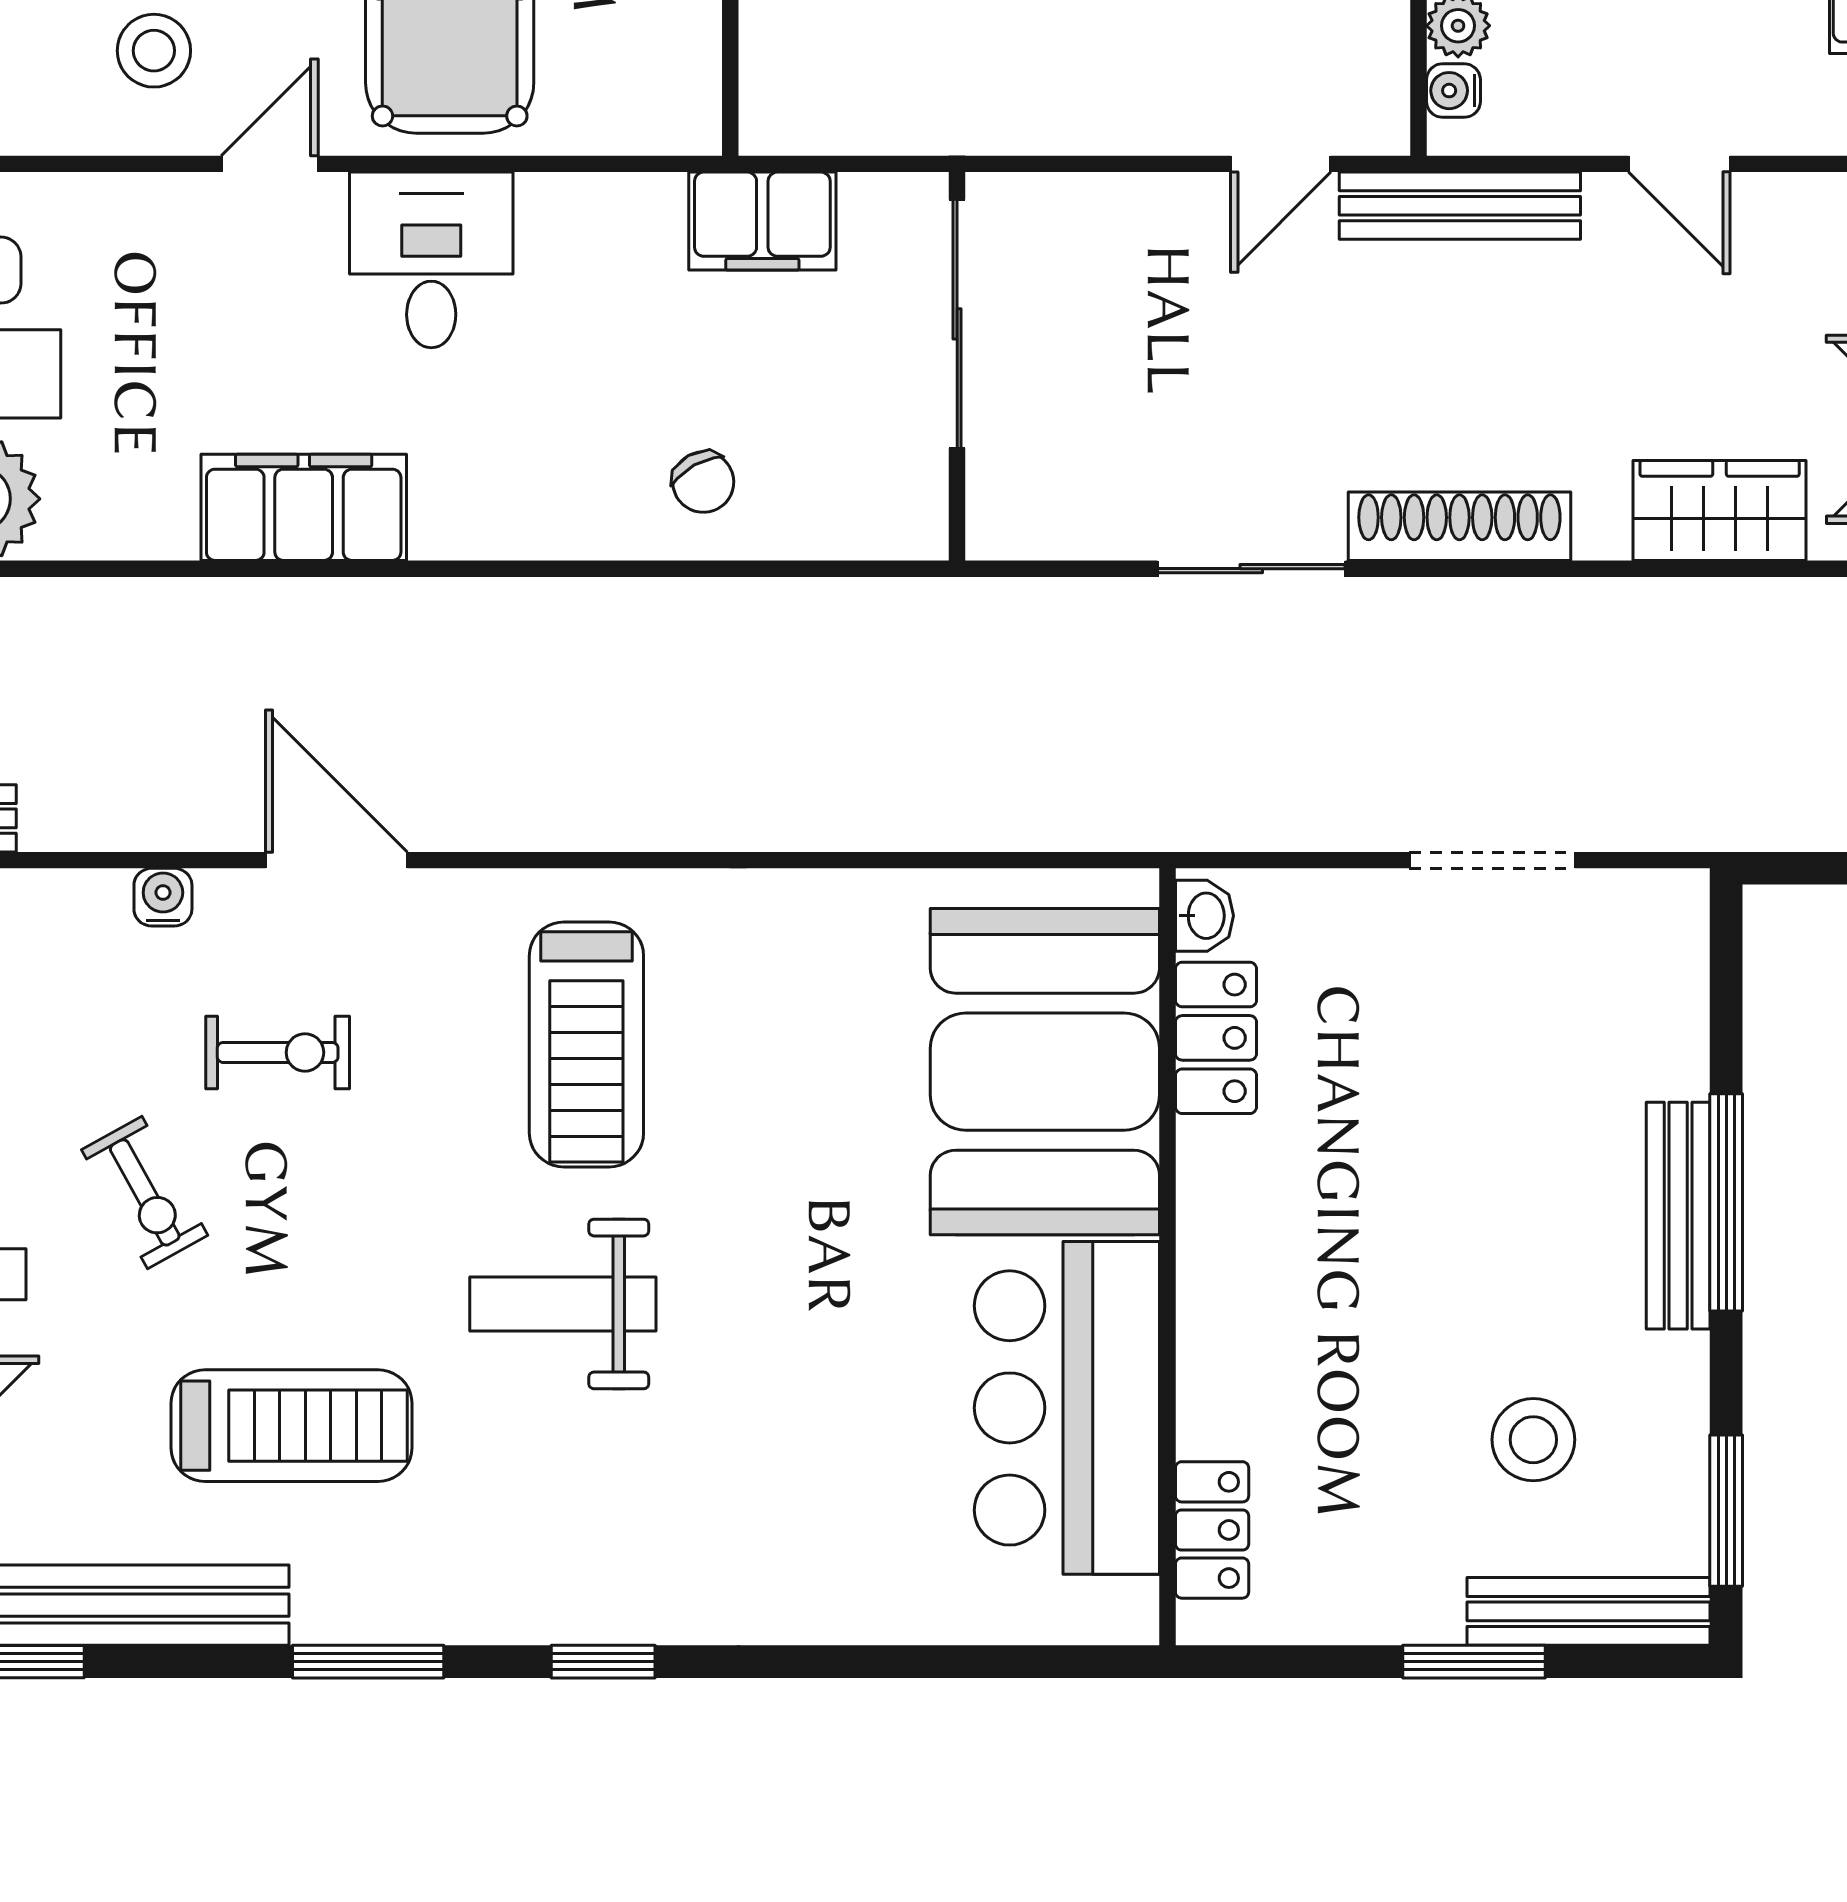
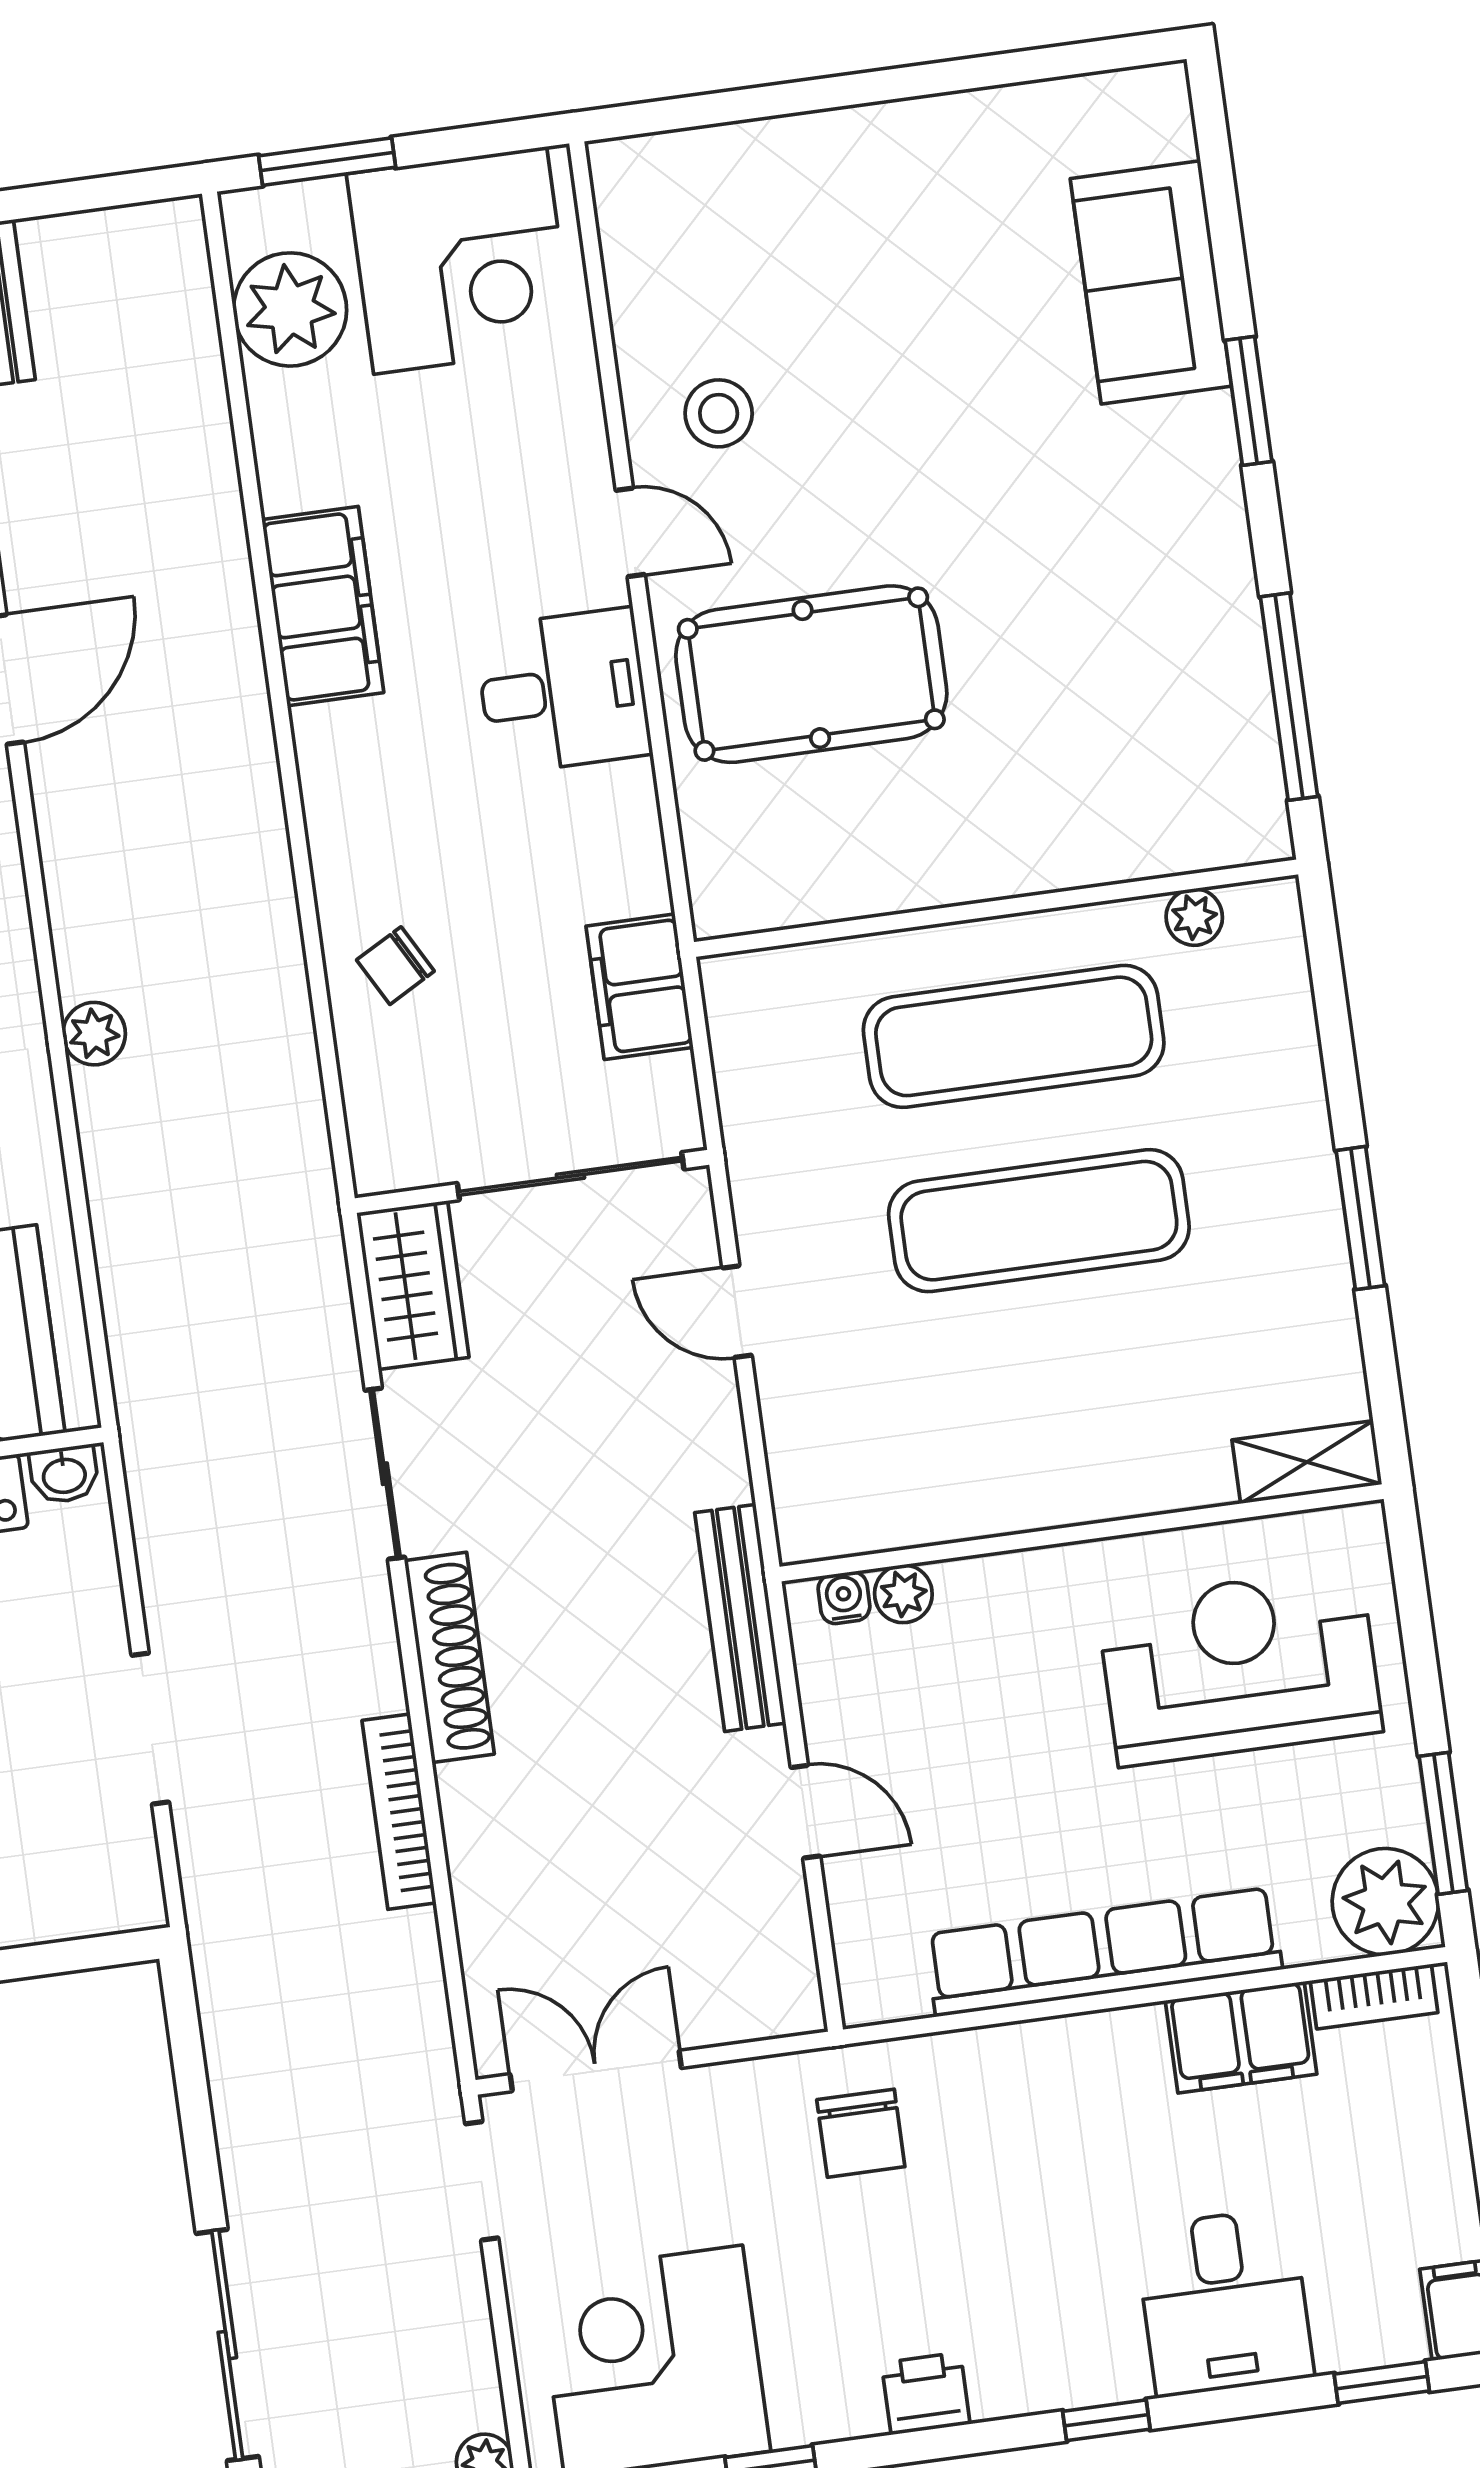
door: (1281, 164) -> (737, 1312), moved
door: (1679, 164) -> (805, 1812), swing flipped
wardrobe: (1720, 510) -> (413, 1285), moved
bookcase: (1619, 603) -> (399, 1812), added
plant: (732, 818) -> (94, 1034), added

